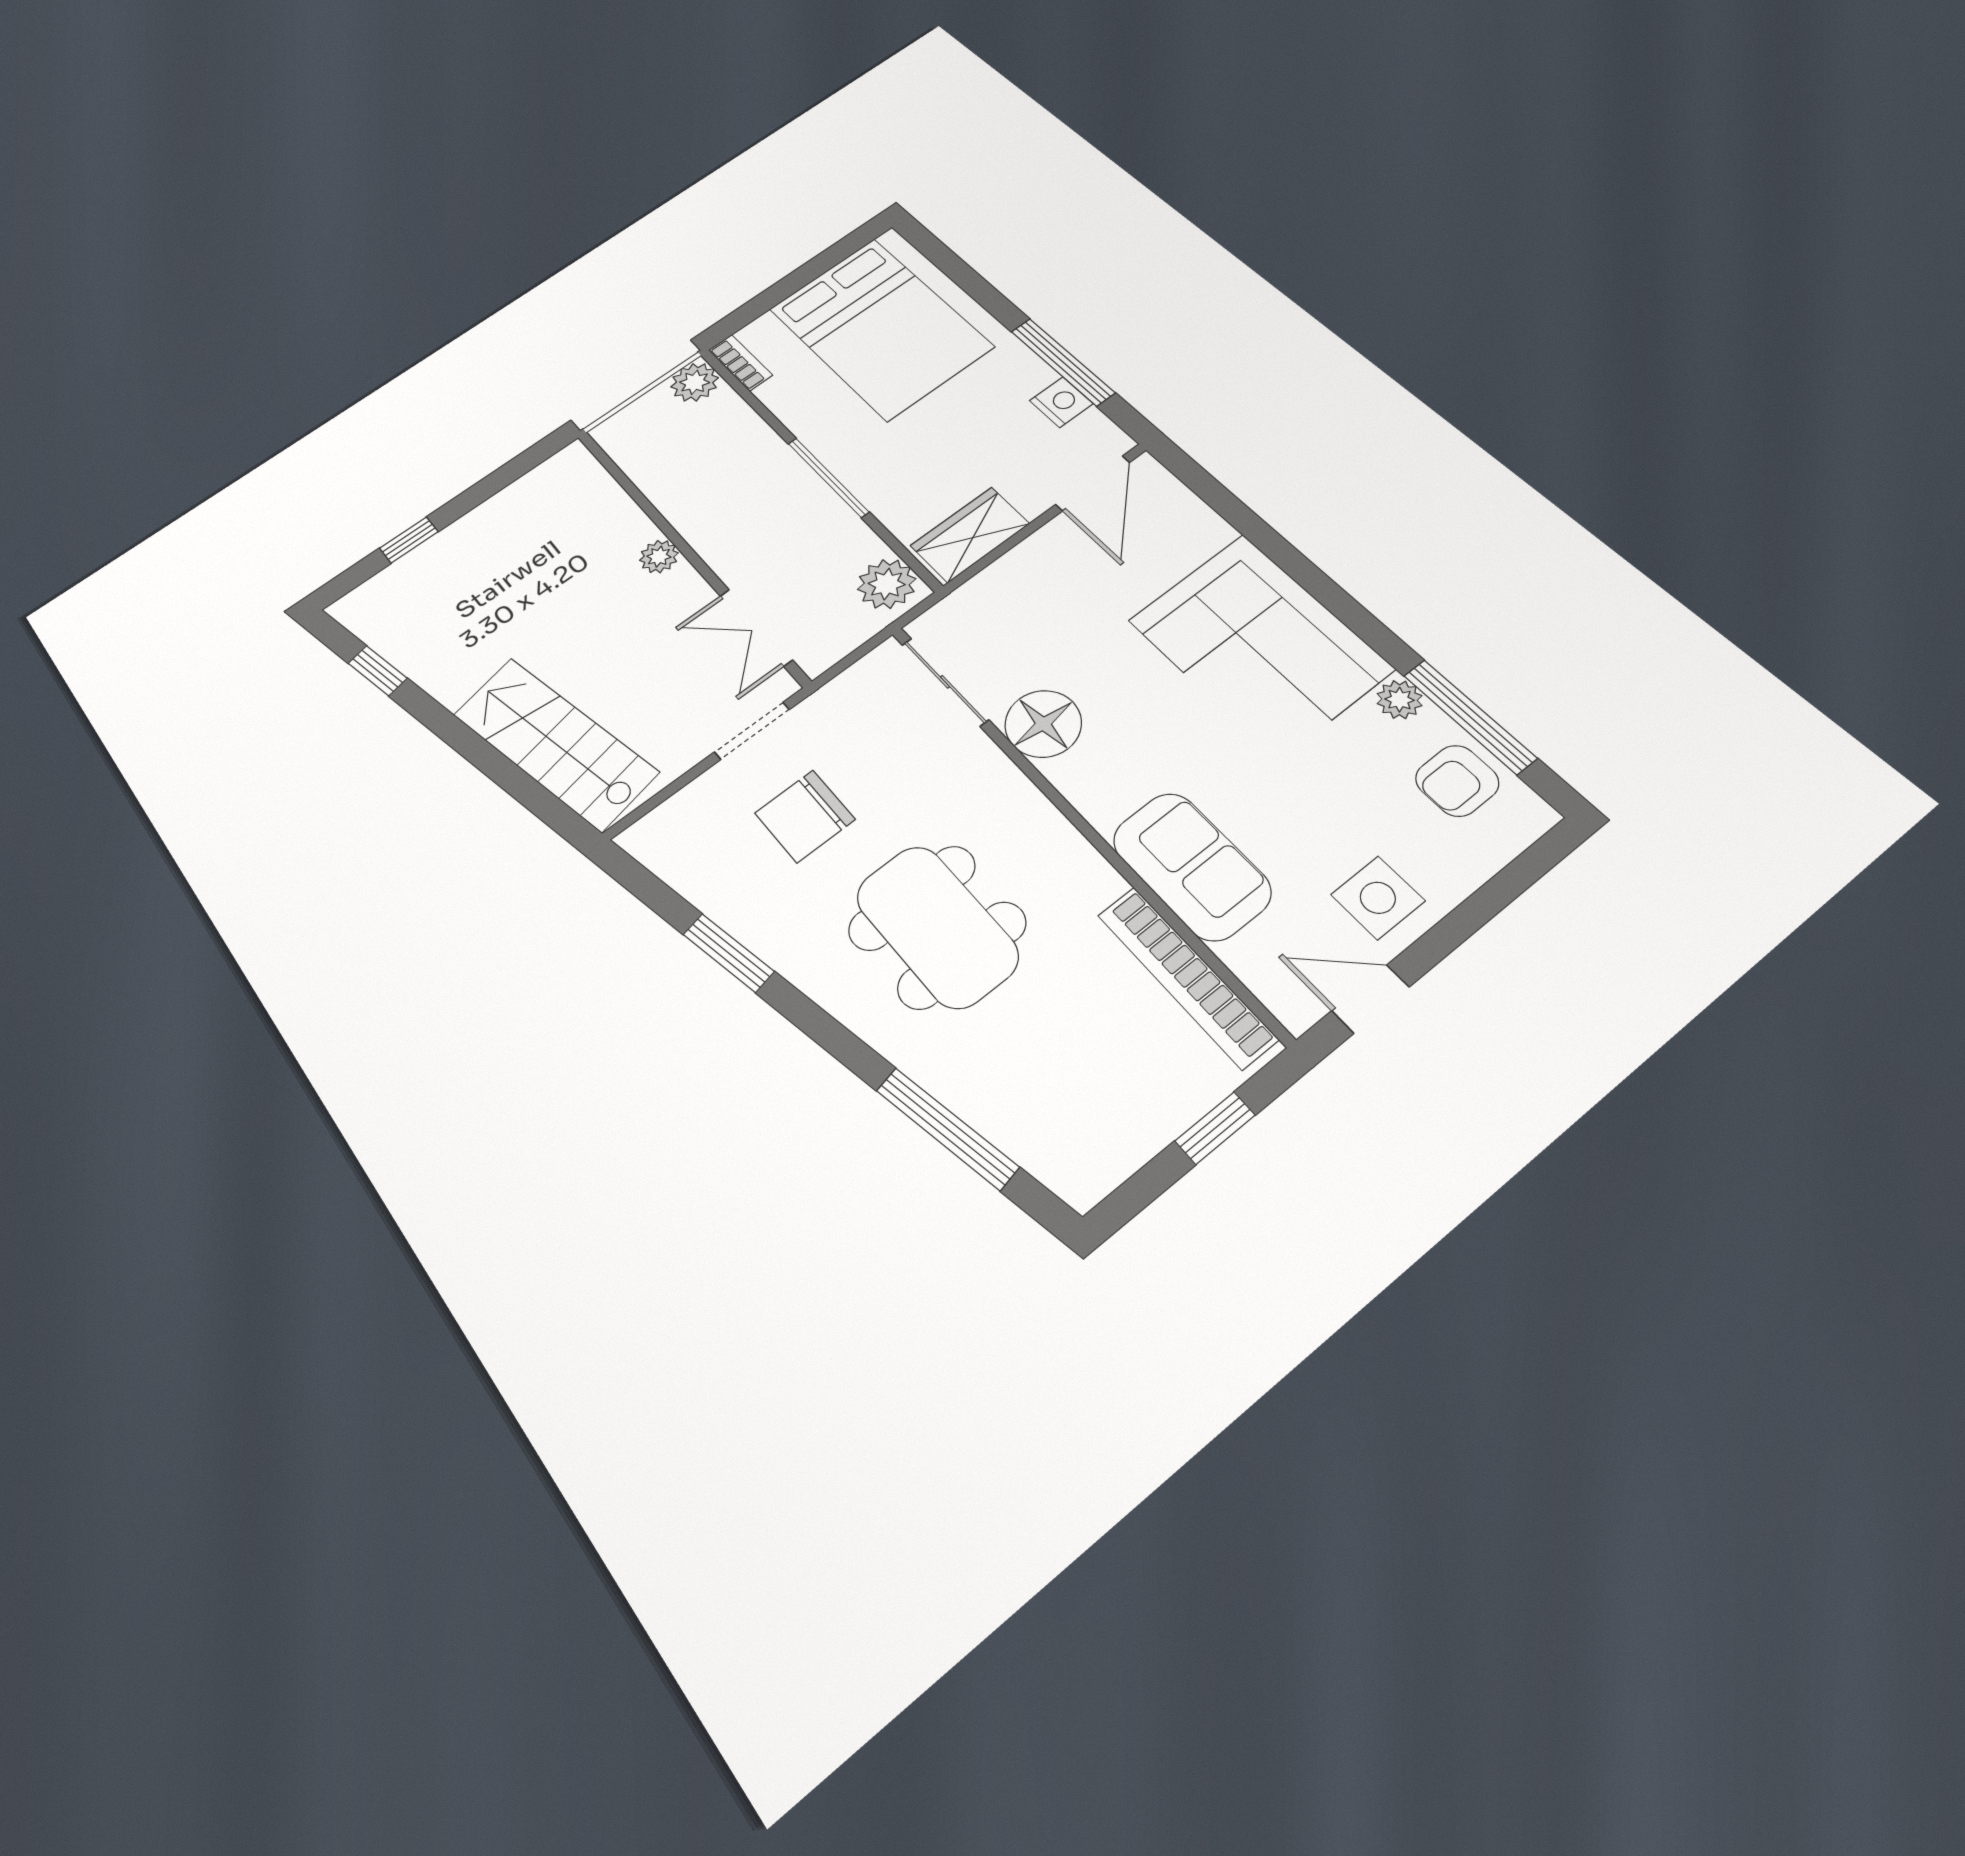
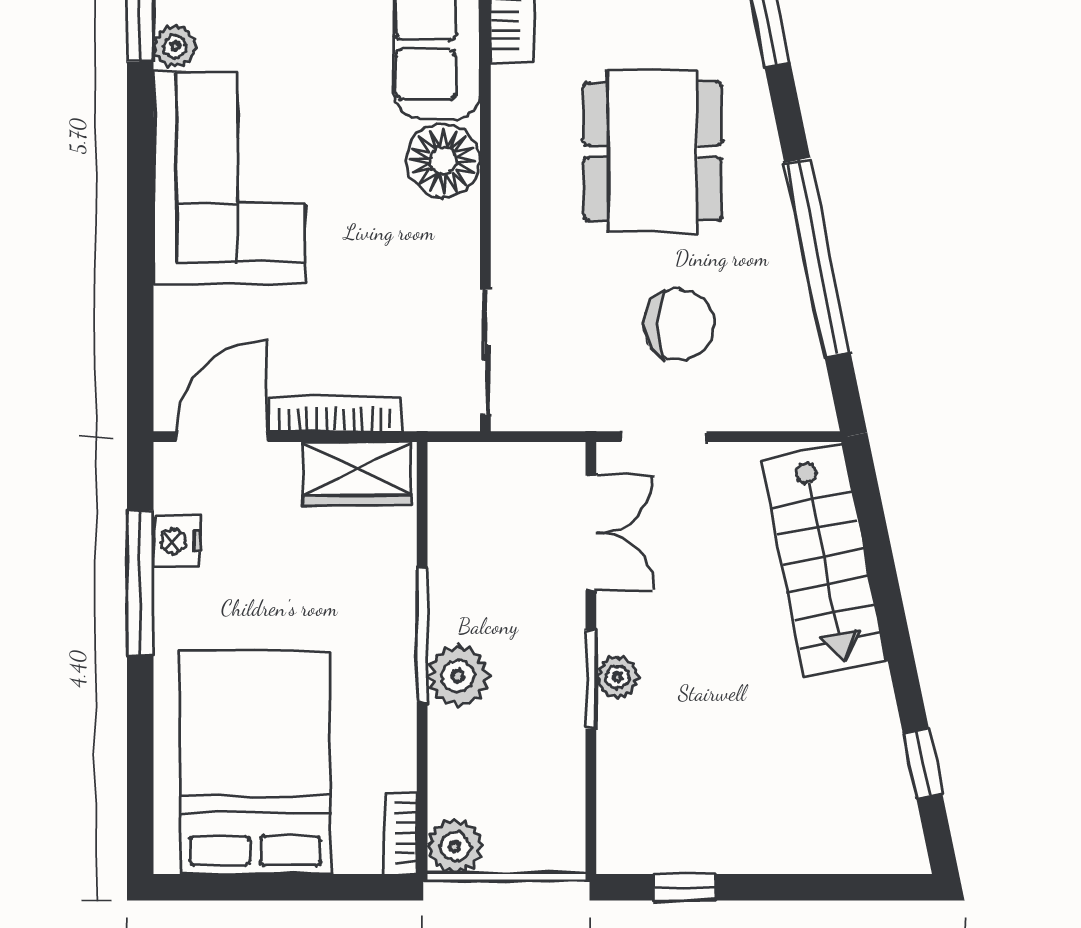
window: (409, 540) -> (685, 887), moved
window: (678, 541) -> (591, 679), added
bookcase: (1022, 558) -> (335, 414), added
plant: (887, 584) -> (458, 676), moved
floor lamp: (1043, 724) -> (443, 161), moved
window: (729, 953) -> (817, 257), width x2.11

